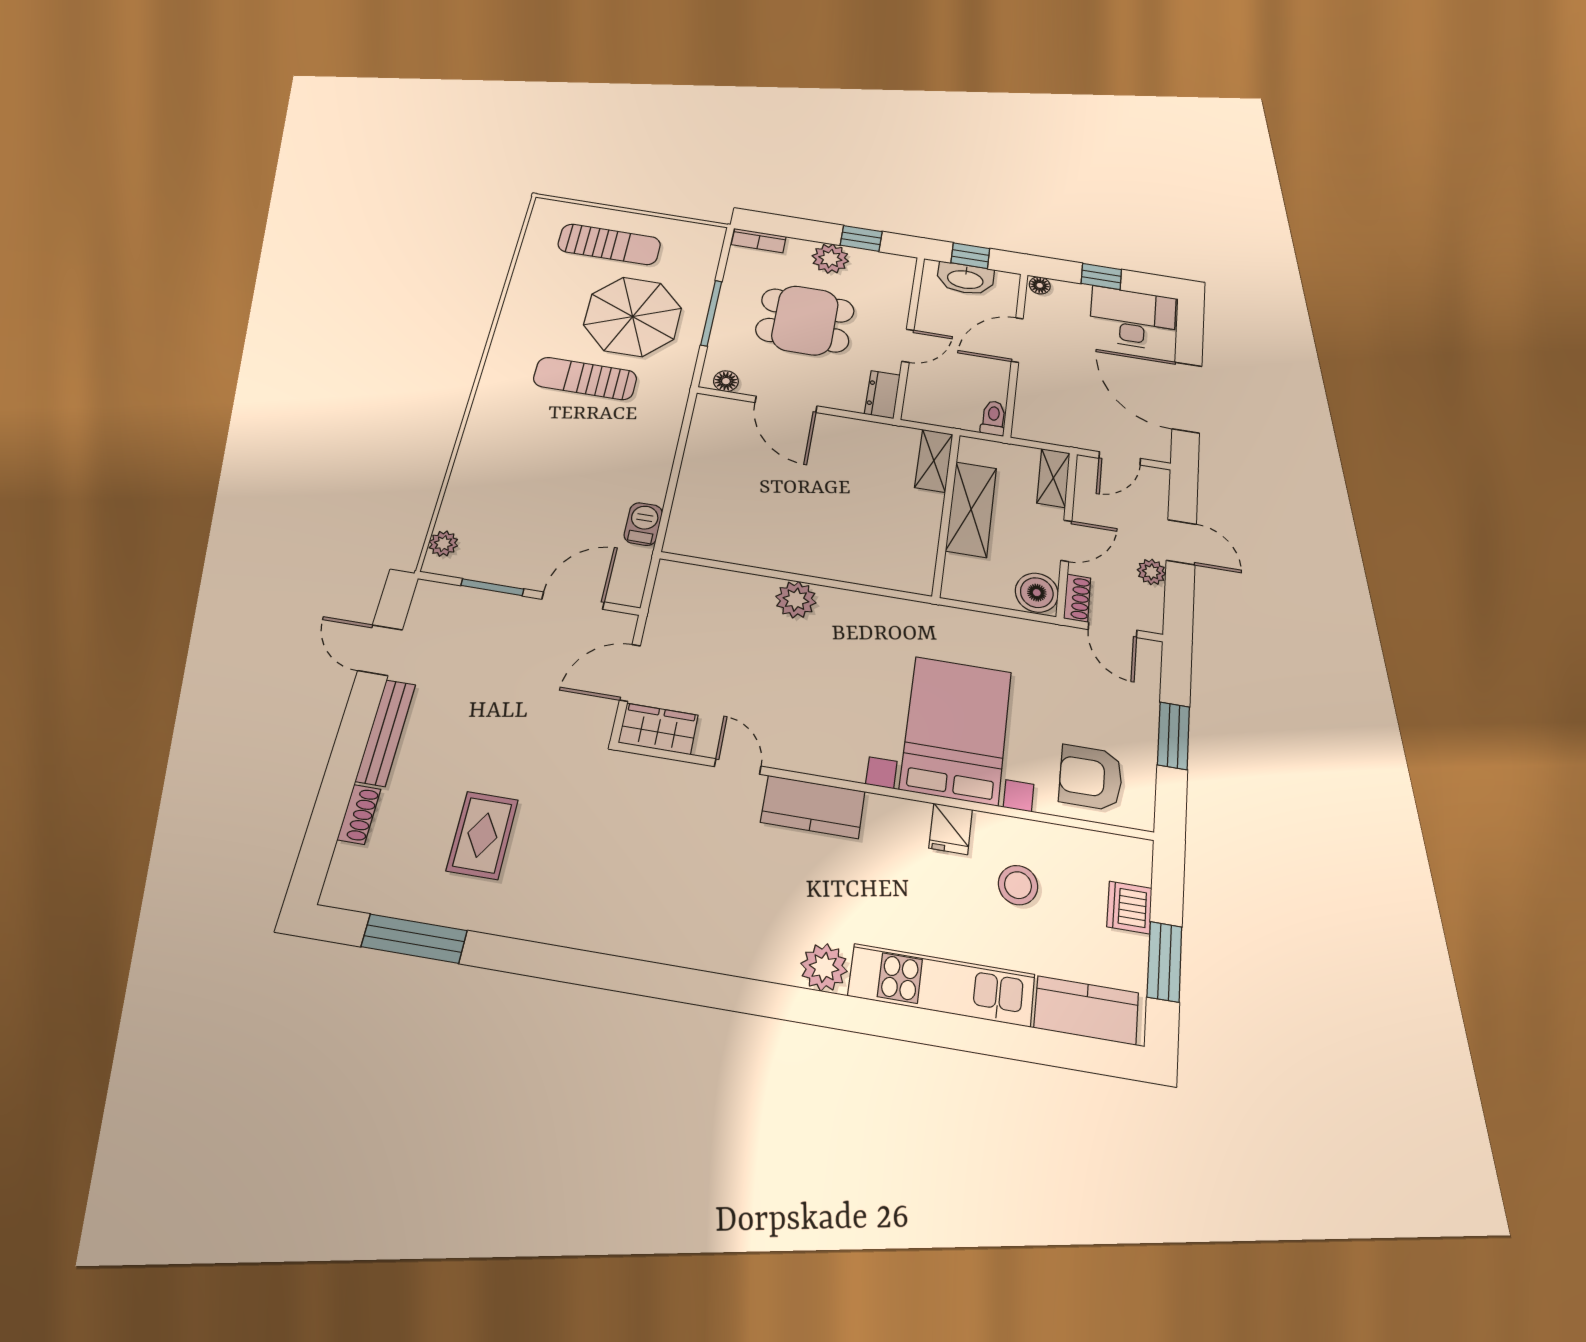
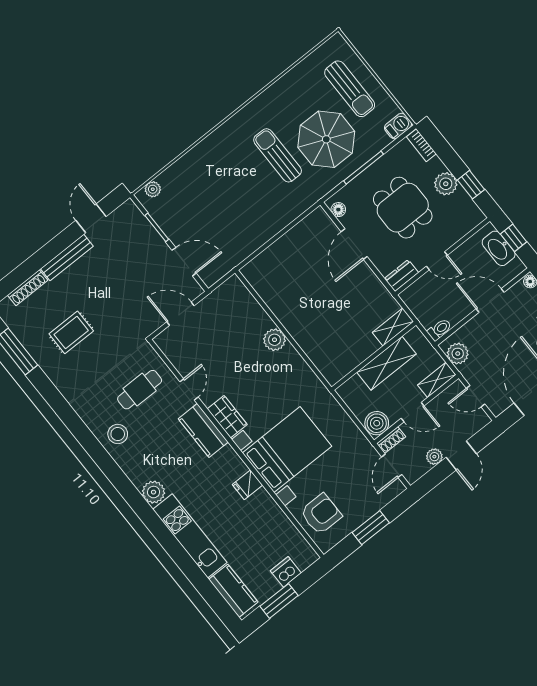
plant: (1045, 428) -> (458, 354), added
barbecue: (643, 524) -> (398, 126), moved
wardrobe: (658, 729) -> (227, 417), moved
armchair: (1091, 778) -> (321, 514), turned 90
shoe rack: (359, 814) -> (28, 288), width x1.43
cafe table: (664, 830) -> (140, 390), added
stool: (1018, 885) -> (118, 434), moved

